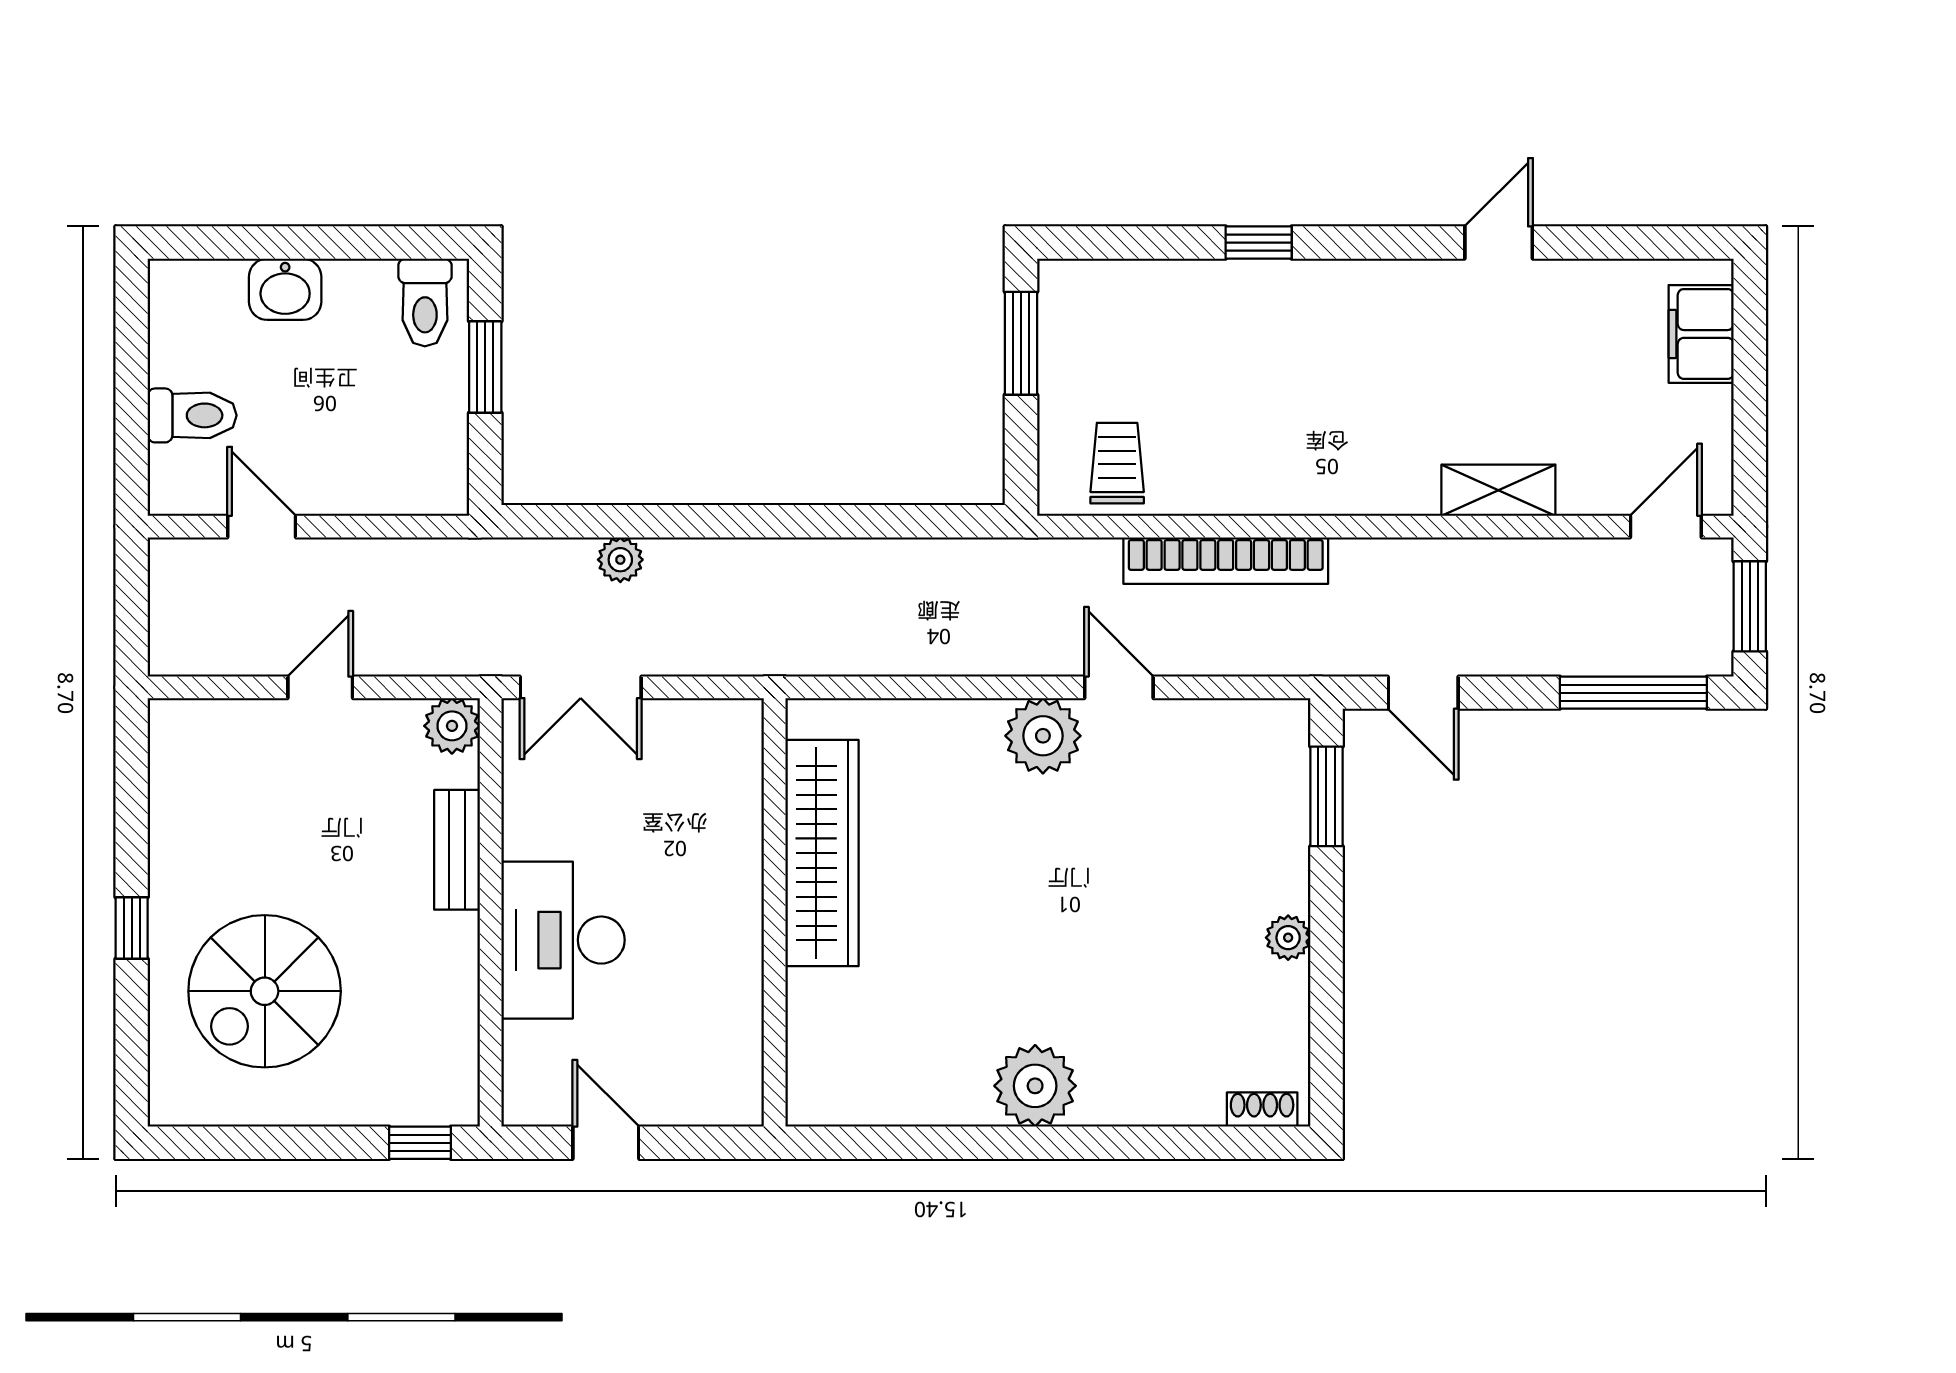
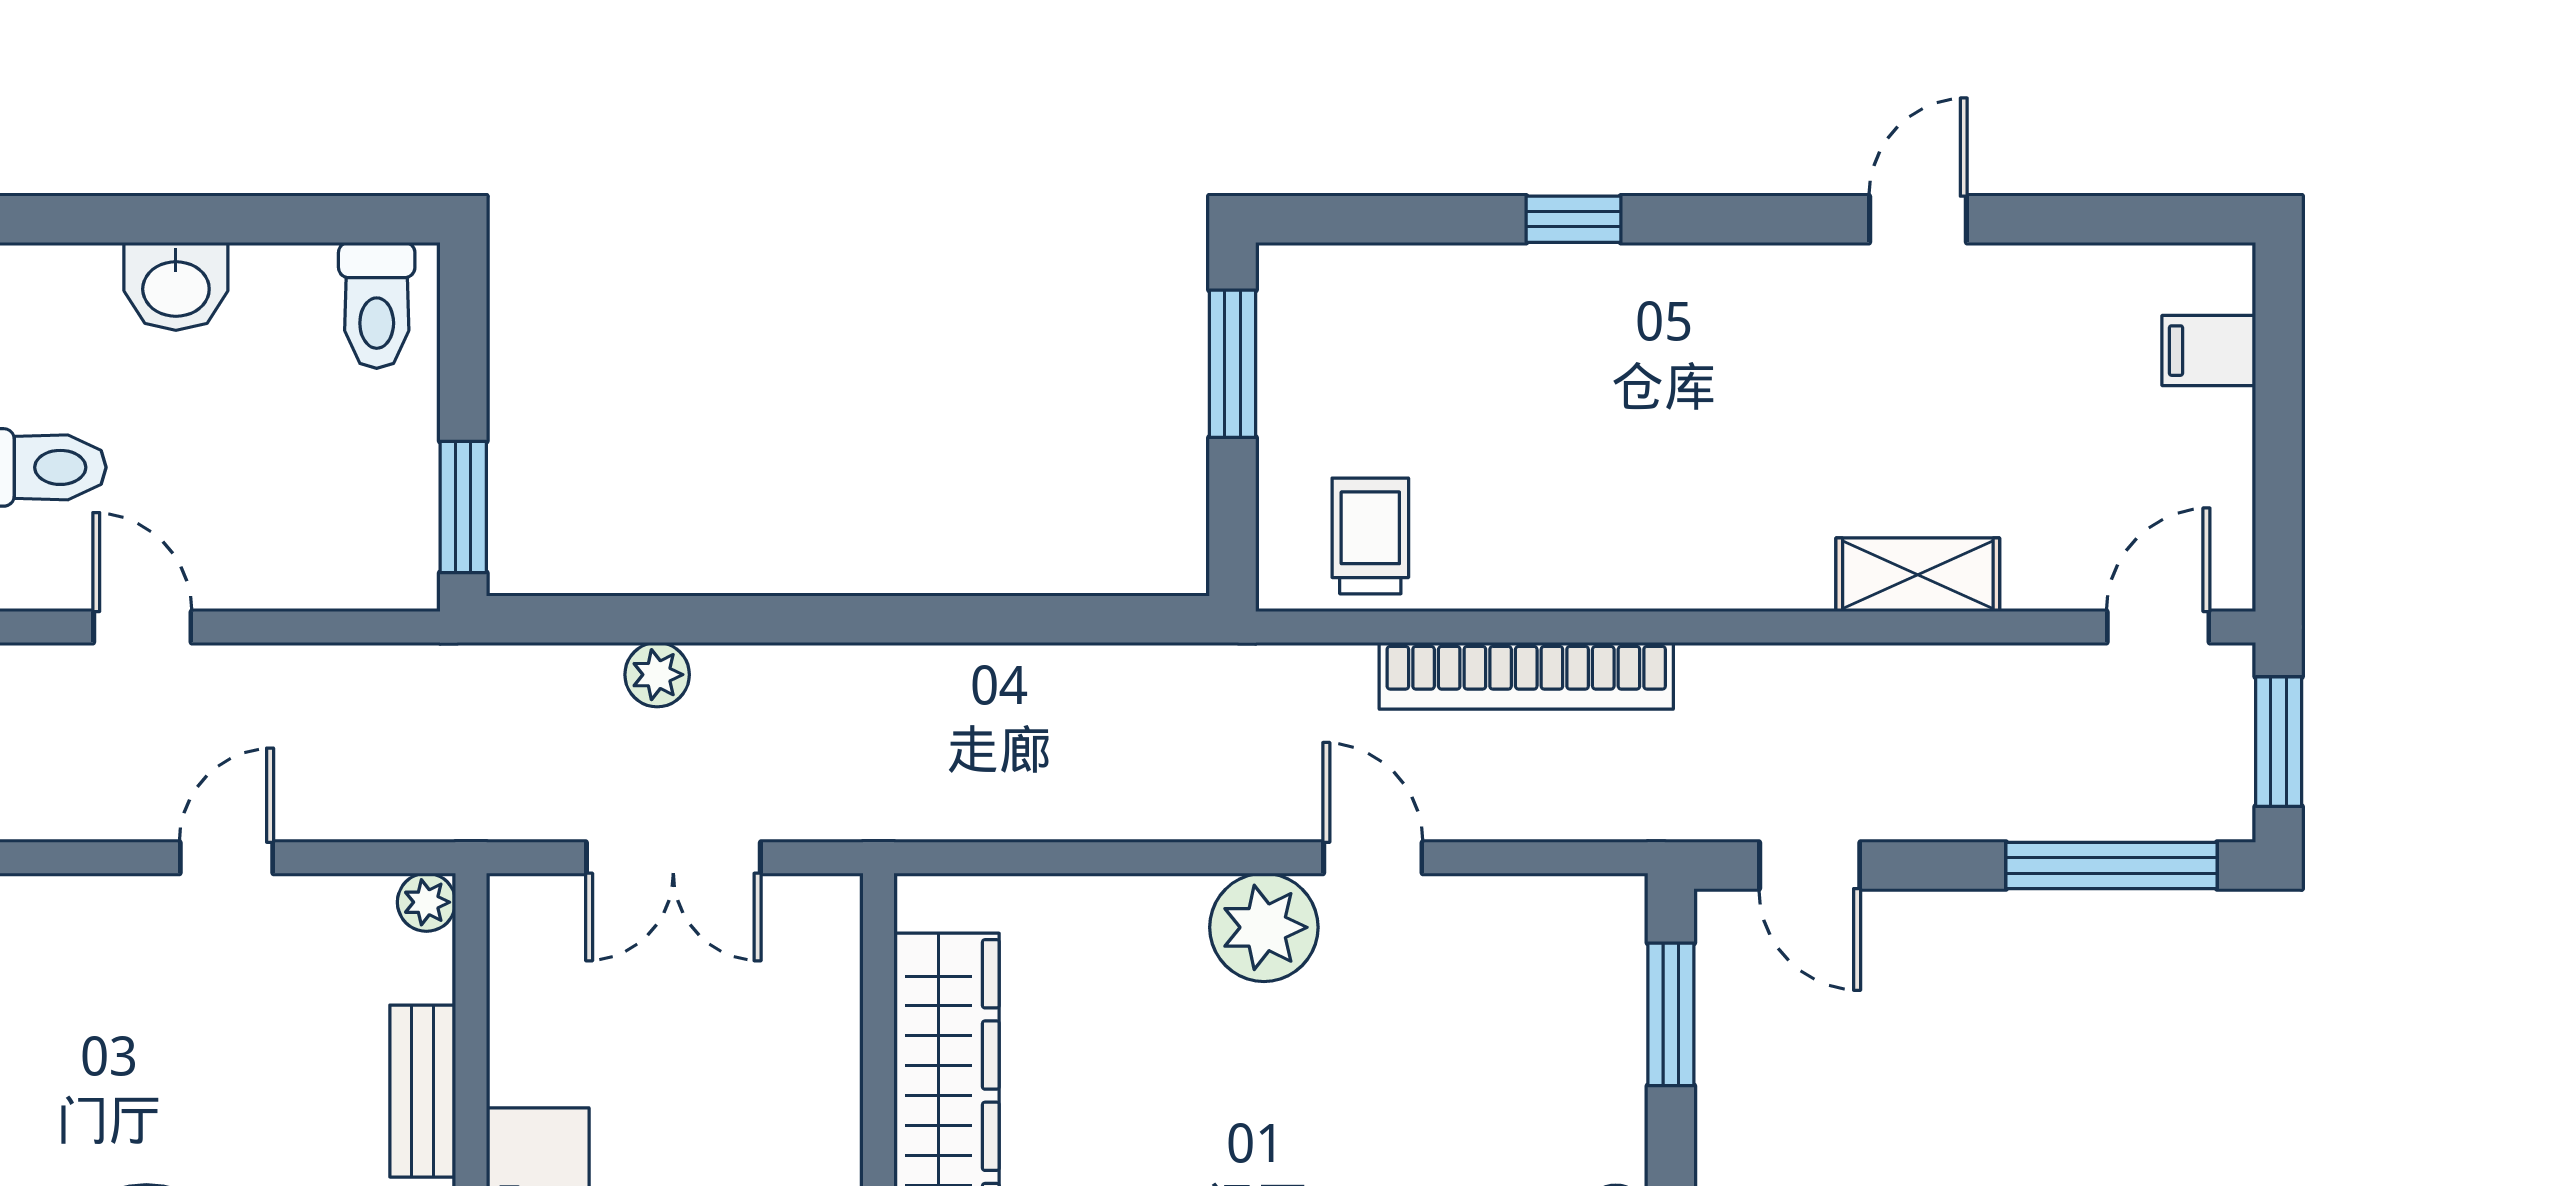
filing cabinet: (1701, 334) -> (2209, 351), width x0.50
window: (485, 367) -> (463, 507), moved
double door: (581, 687) -> (673, 858), moved
plant: (452, 726) -> (426, 902), width x0.73, depth x0.73

